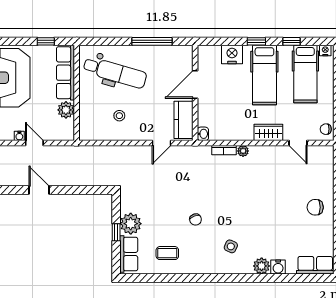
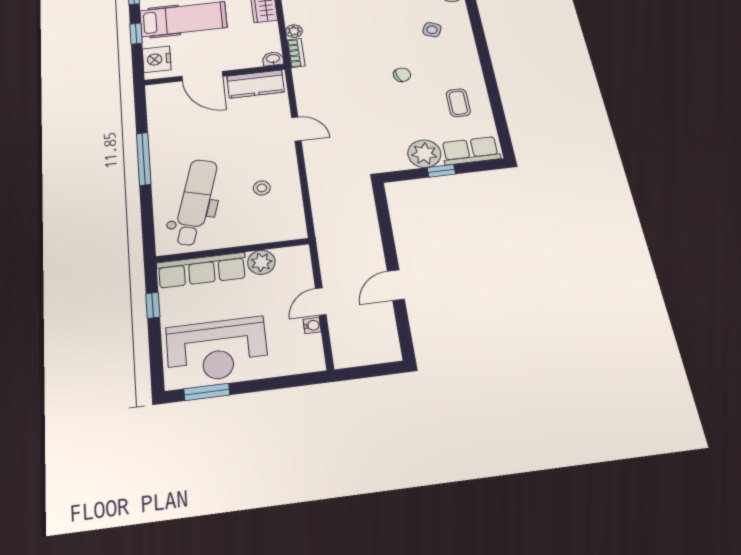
door: (195, 84) -> (202, 76), moved
wall: (195, 93) -> (215, 75), moved
kitchen counter: (183, 120) -> (256, 84), moved
washbasin: (203, 134) -> (273, 59), moved

